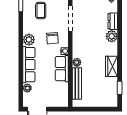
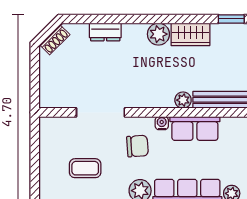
plant: (112, 36) -> (158, 34), moved

